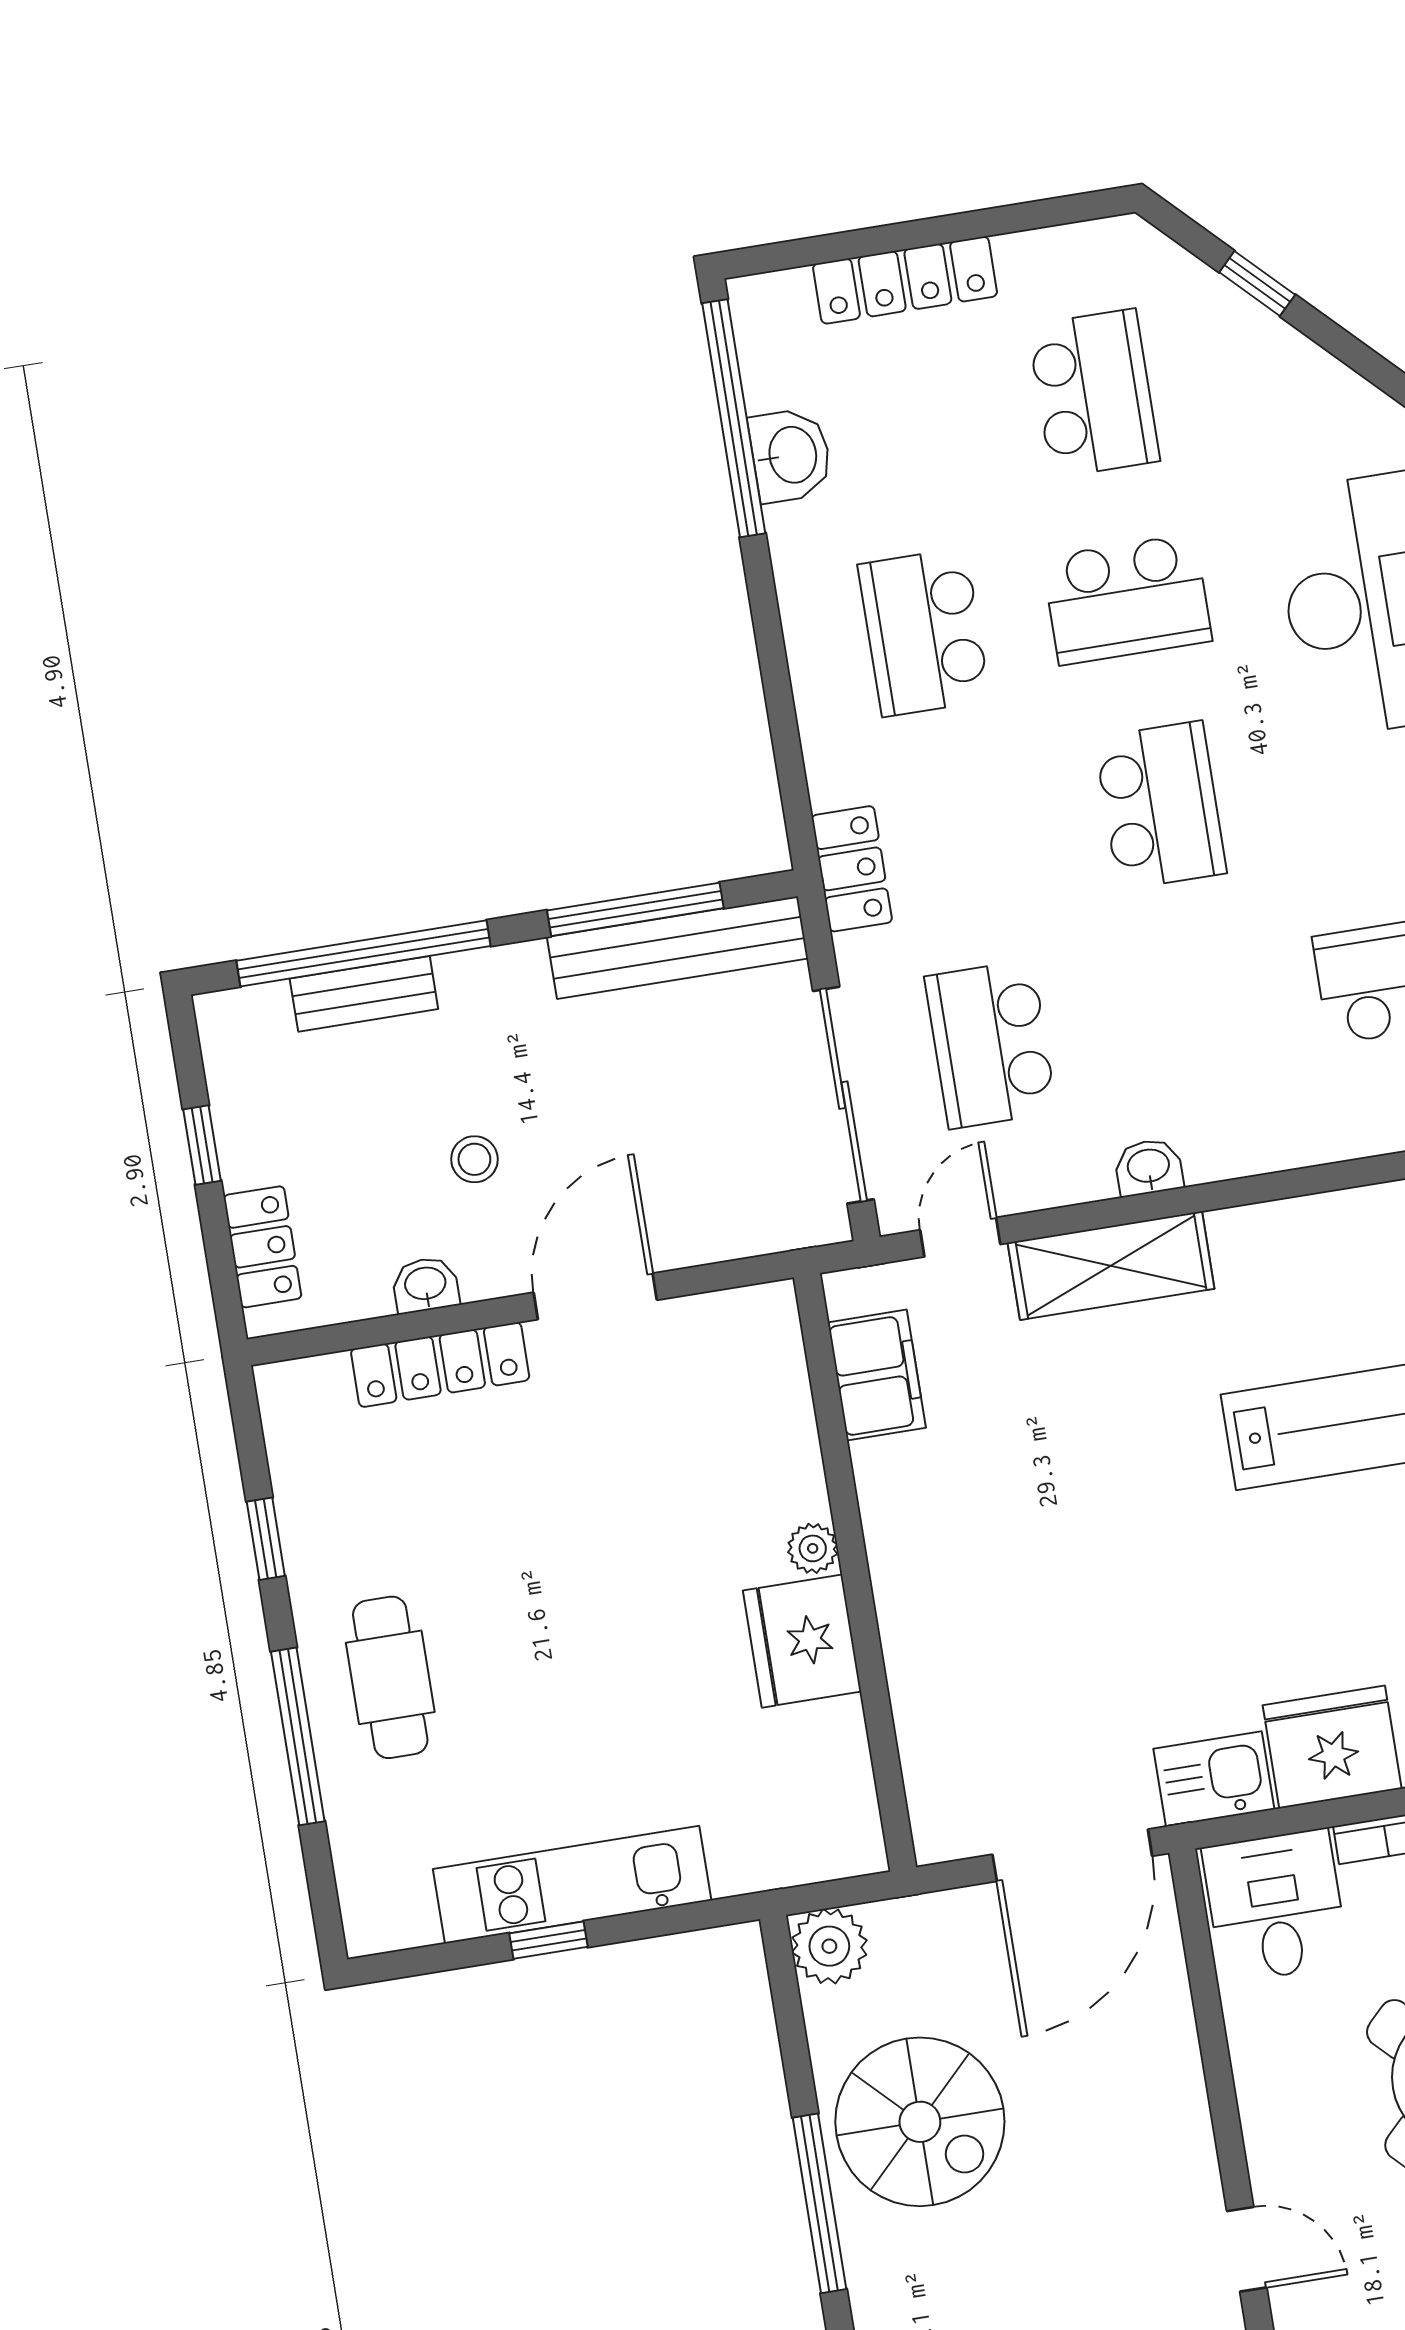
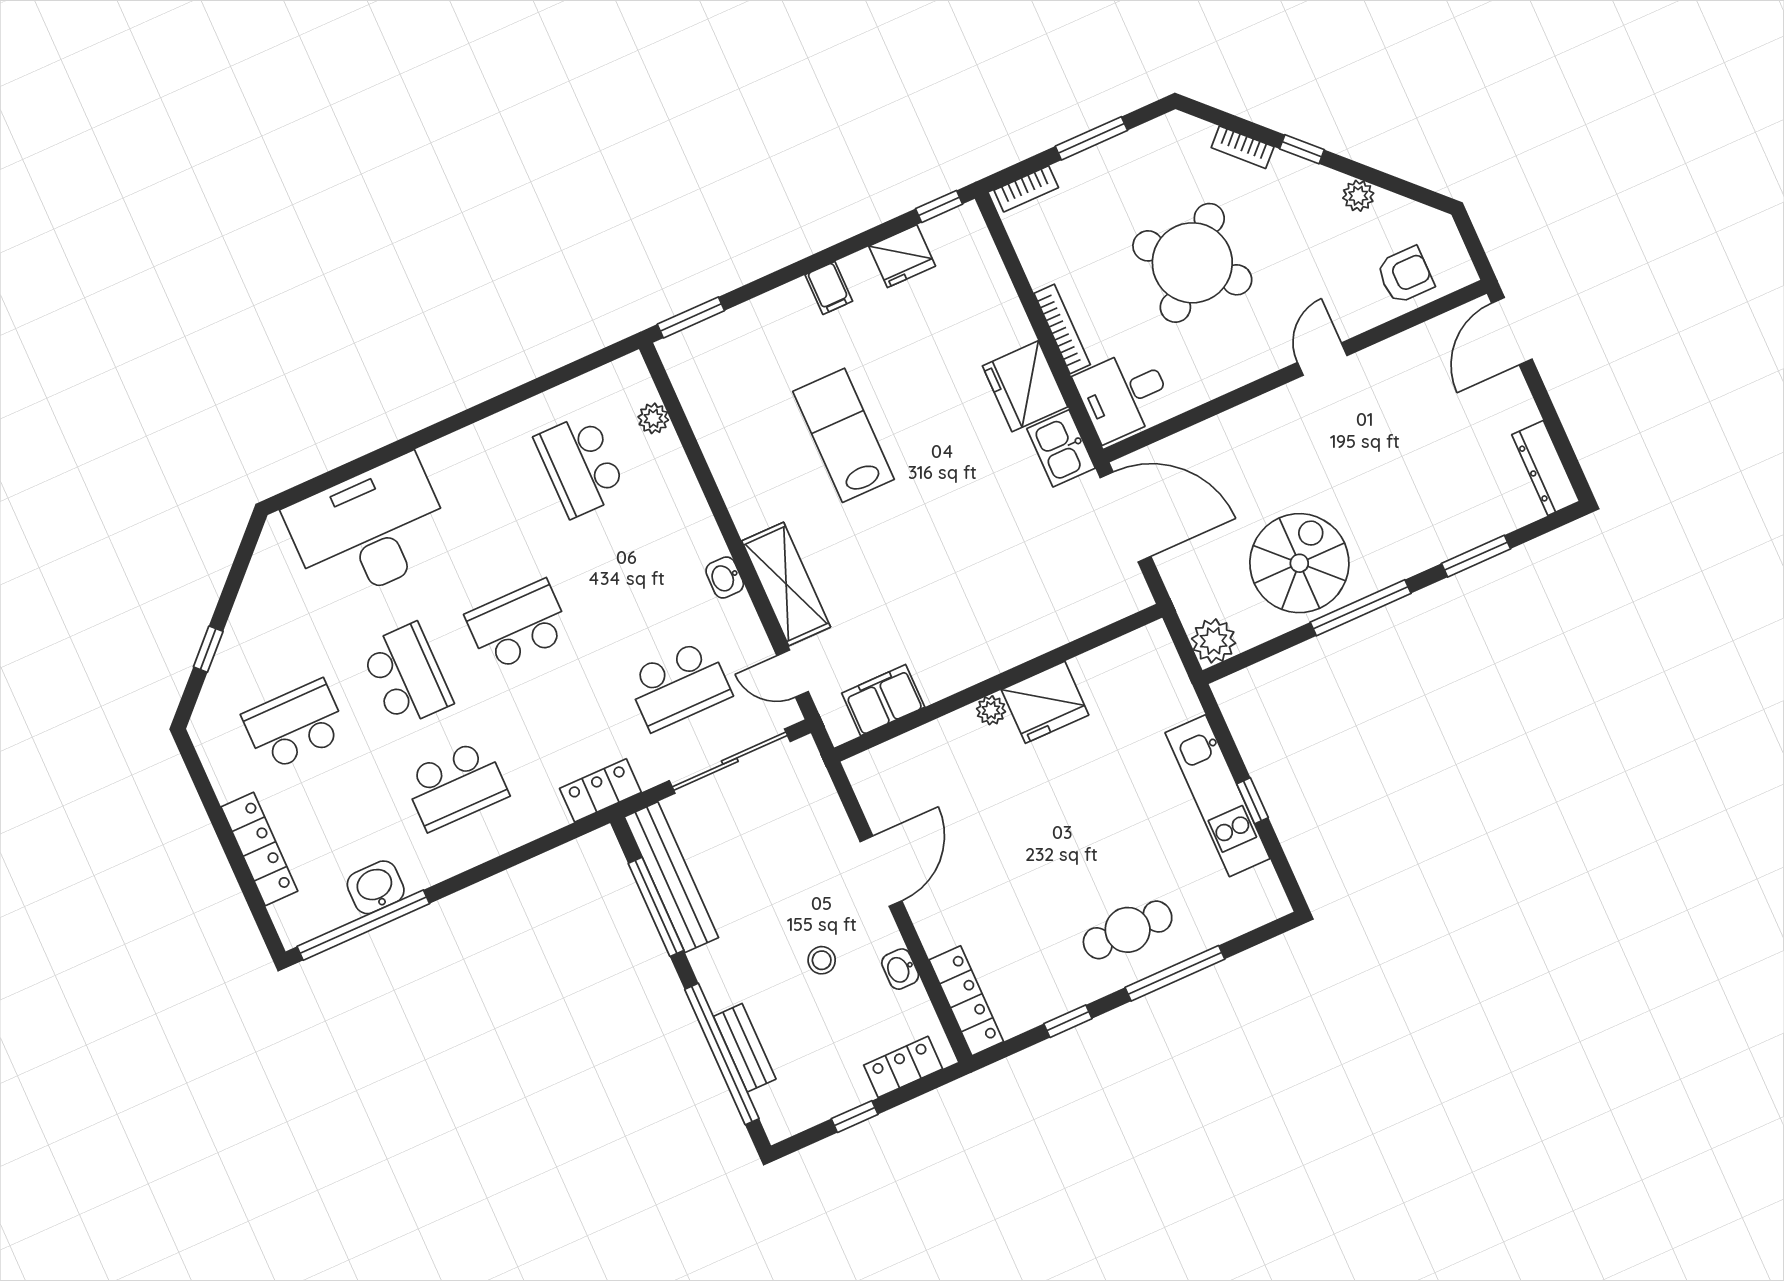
door: (595, 1296) -> (881, 871), swing flipped
locker: (440, 1365) -> (966, 1001), moved

